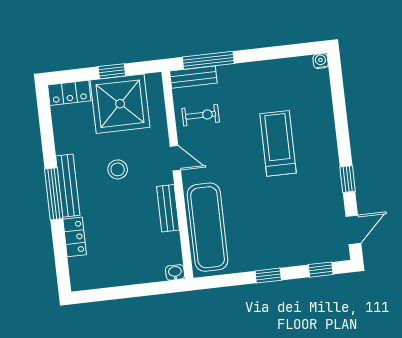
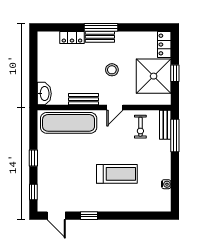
water cooler: (321, 61) -> (166, 184), moved
bench: (68, 186) -> (100, 37), width x0.73
washbasin: (175, 272) -> (44, 94), width x1.91, depth x1.45

